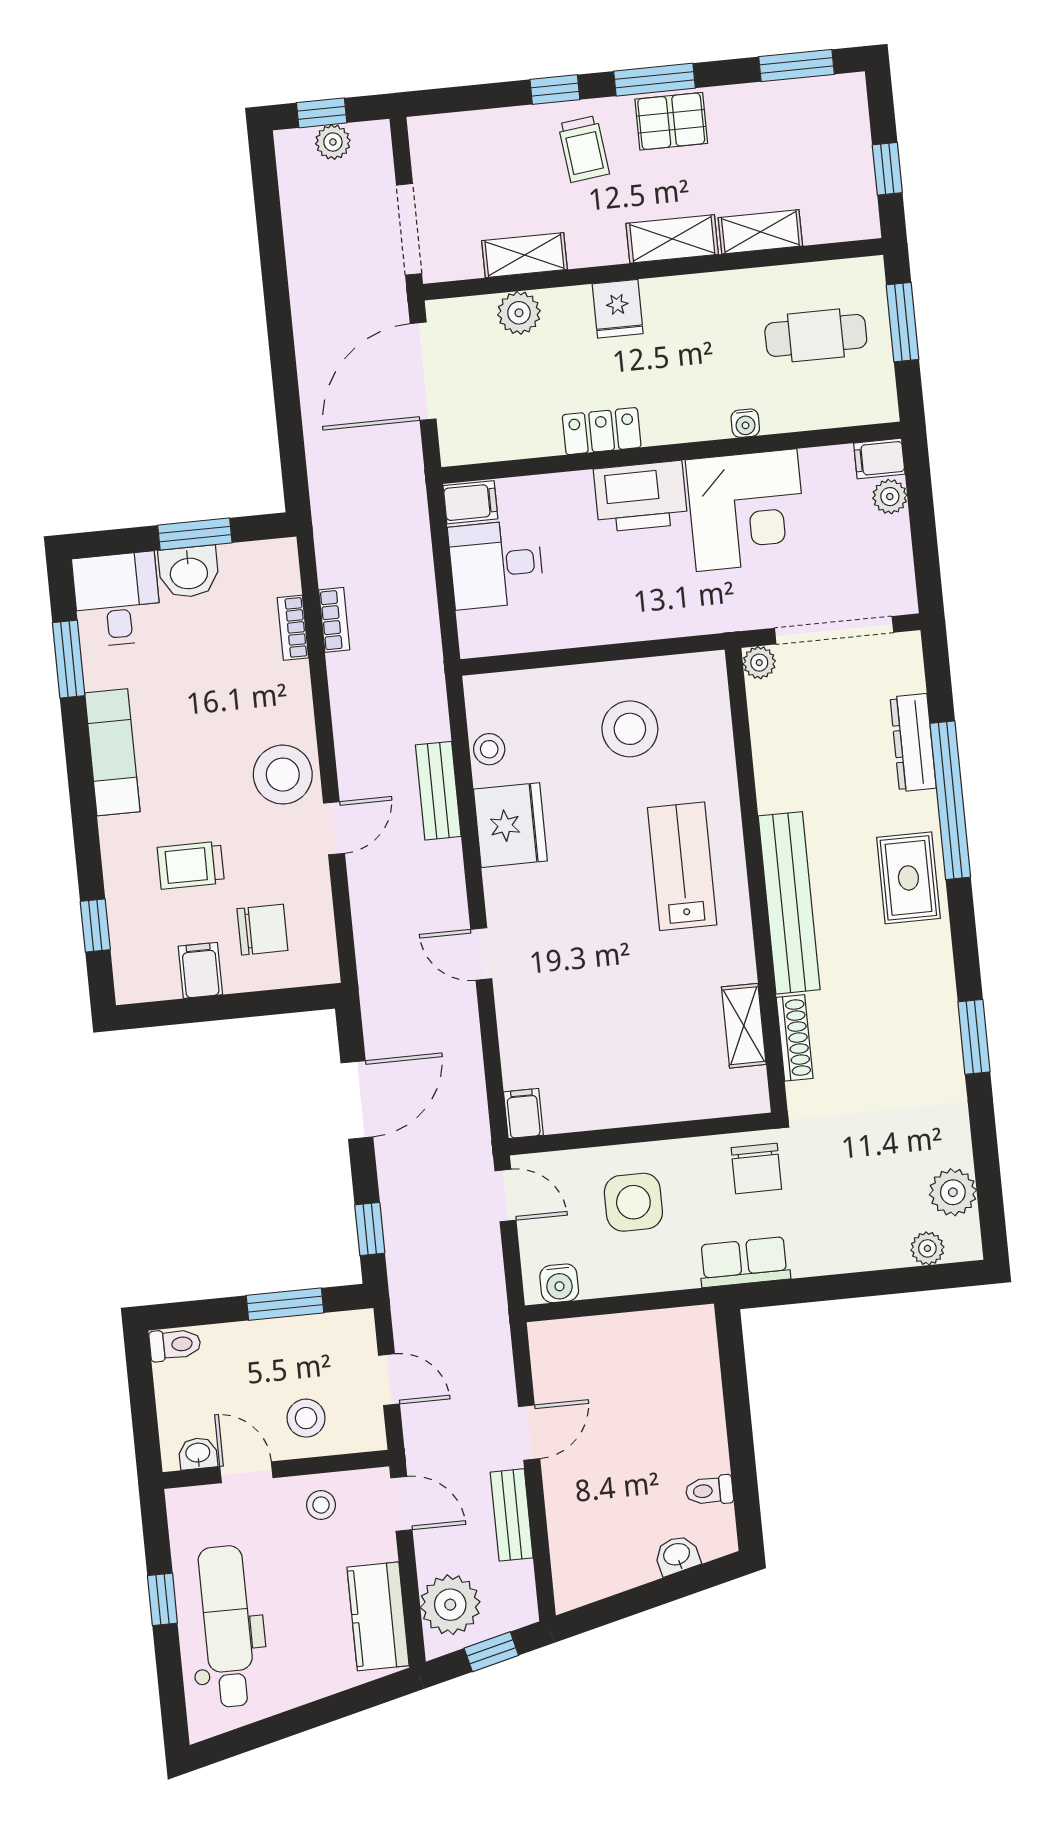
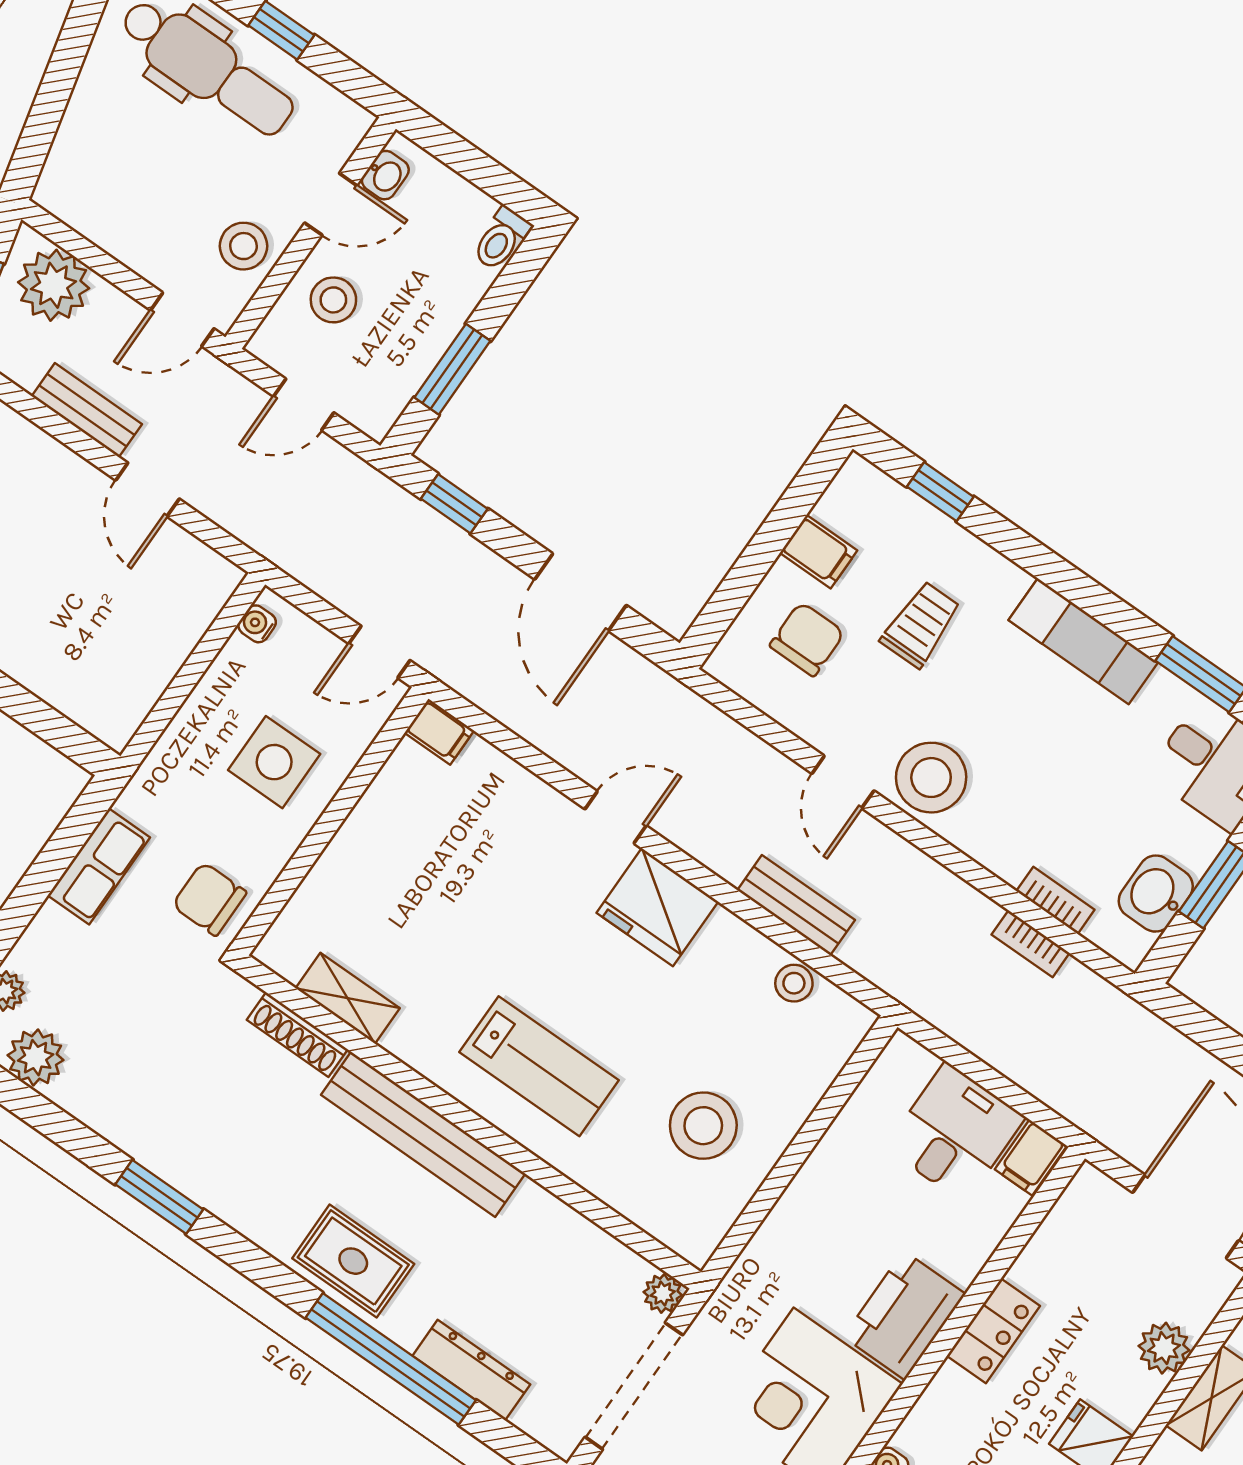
washbasin: (189, 572) -> (1156, 894), moved
fridge: (510, 825) -> (657, 907), moved
chair: (262, 930) -> (807, 639), turned 180
row of seats: (744, 1262) -> (99, 866), moved
water cooler: (559, 1283) -> (257, 624), width x0.72, depth x0.72
stool: (321, 1505) -> (243, 246), width x1.37, depth x1.37
kitchen counter: (378, 1616) -> (99, 211), removed

